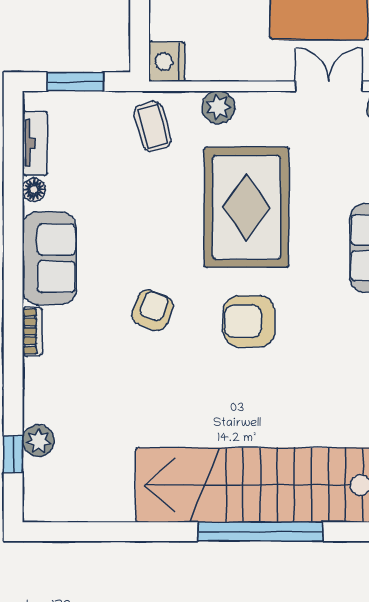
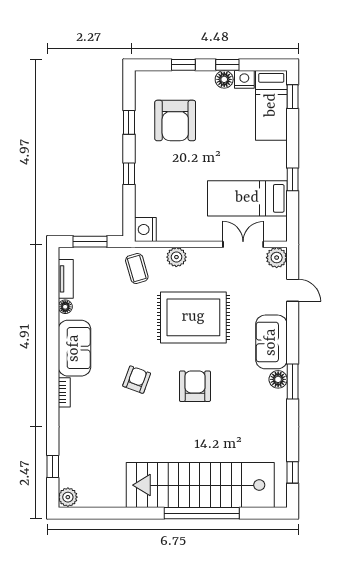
rug: (246, 207) -> (193, 317), turned 90
armchair: (249, 321) -> (195, 386), turned 90
plant: (38, 441) -> (68, 497), moved

